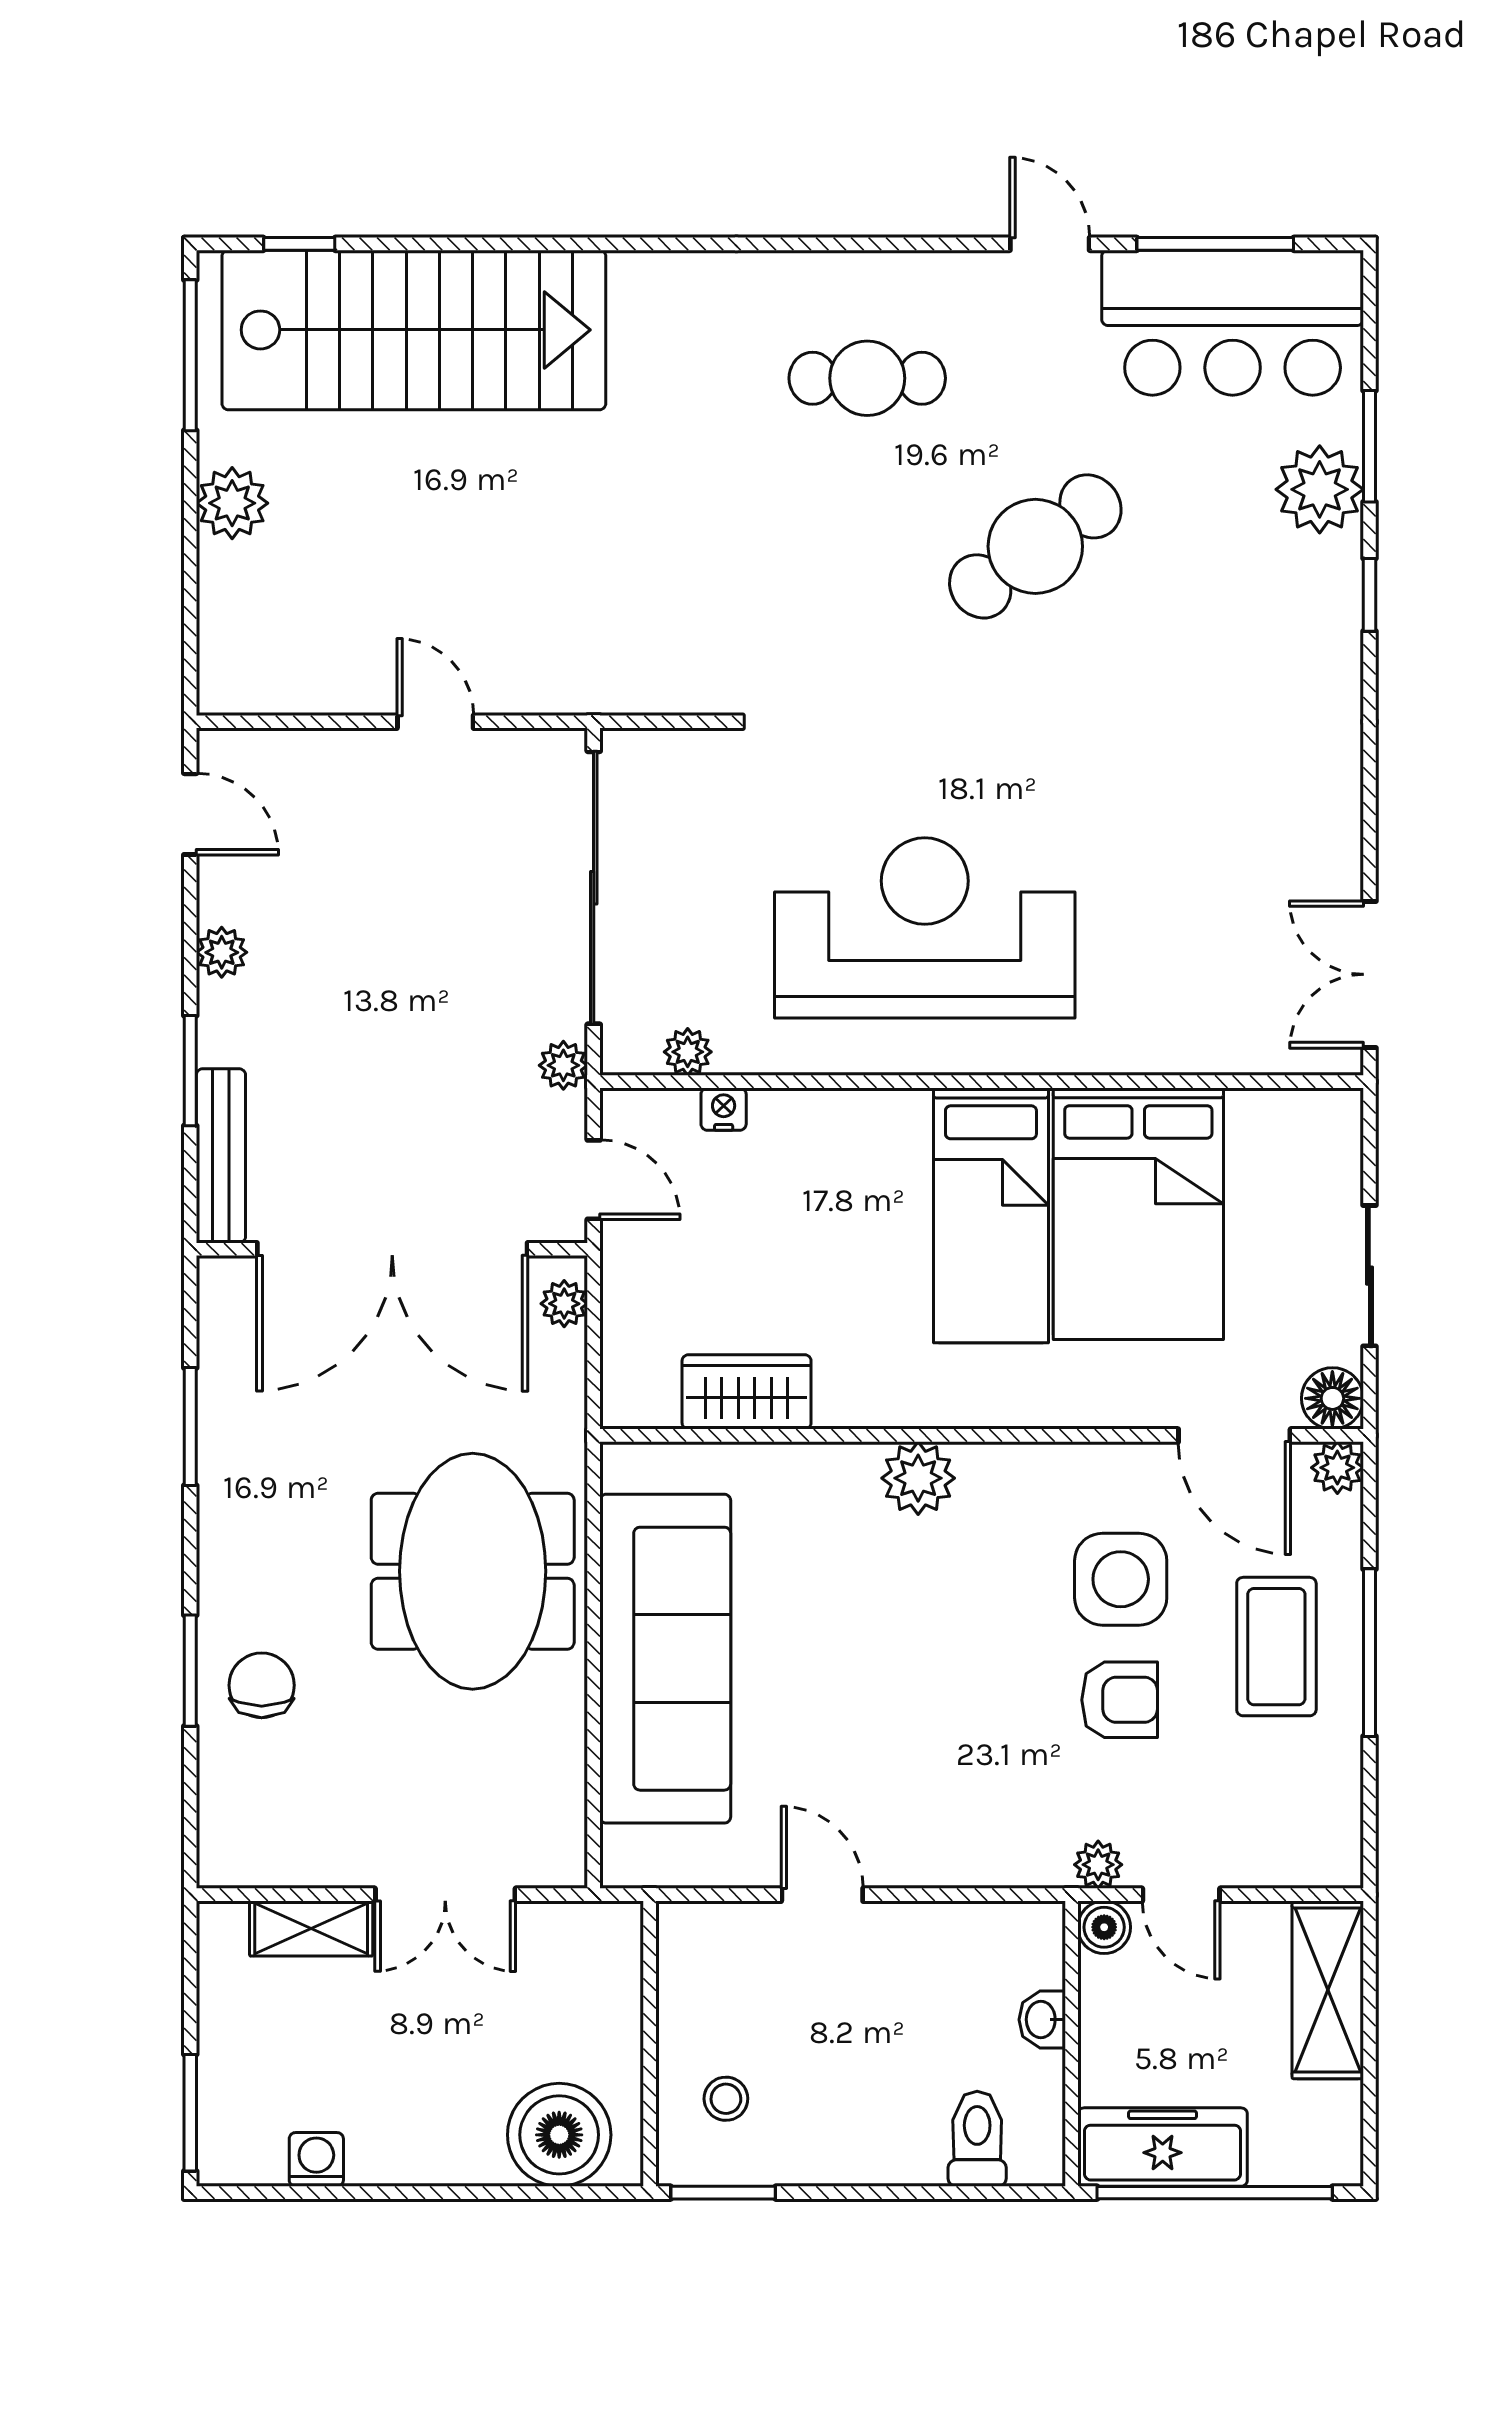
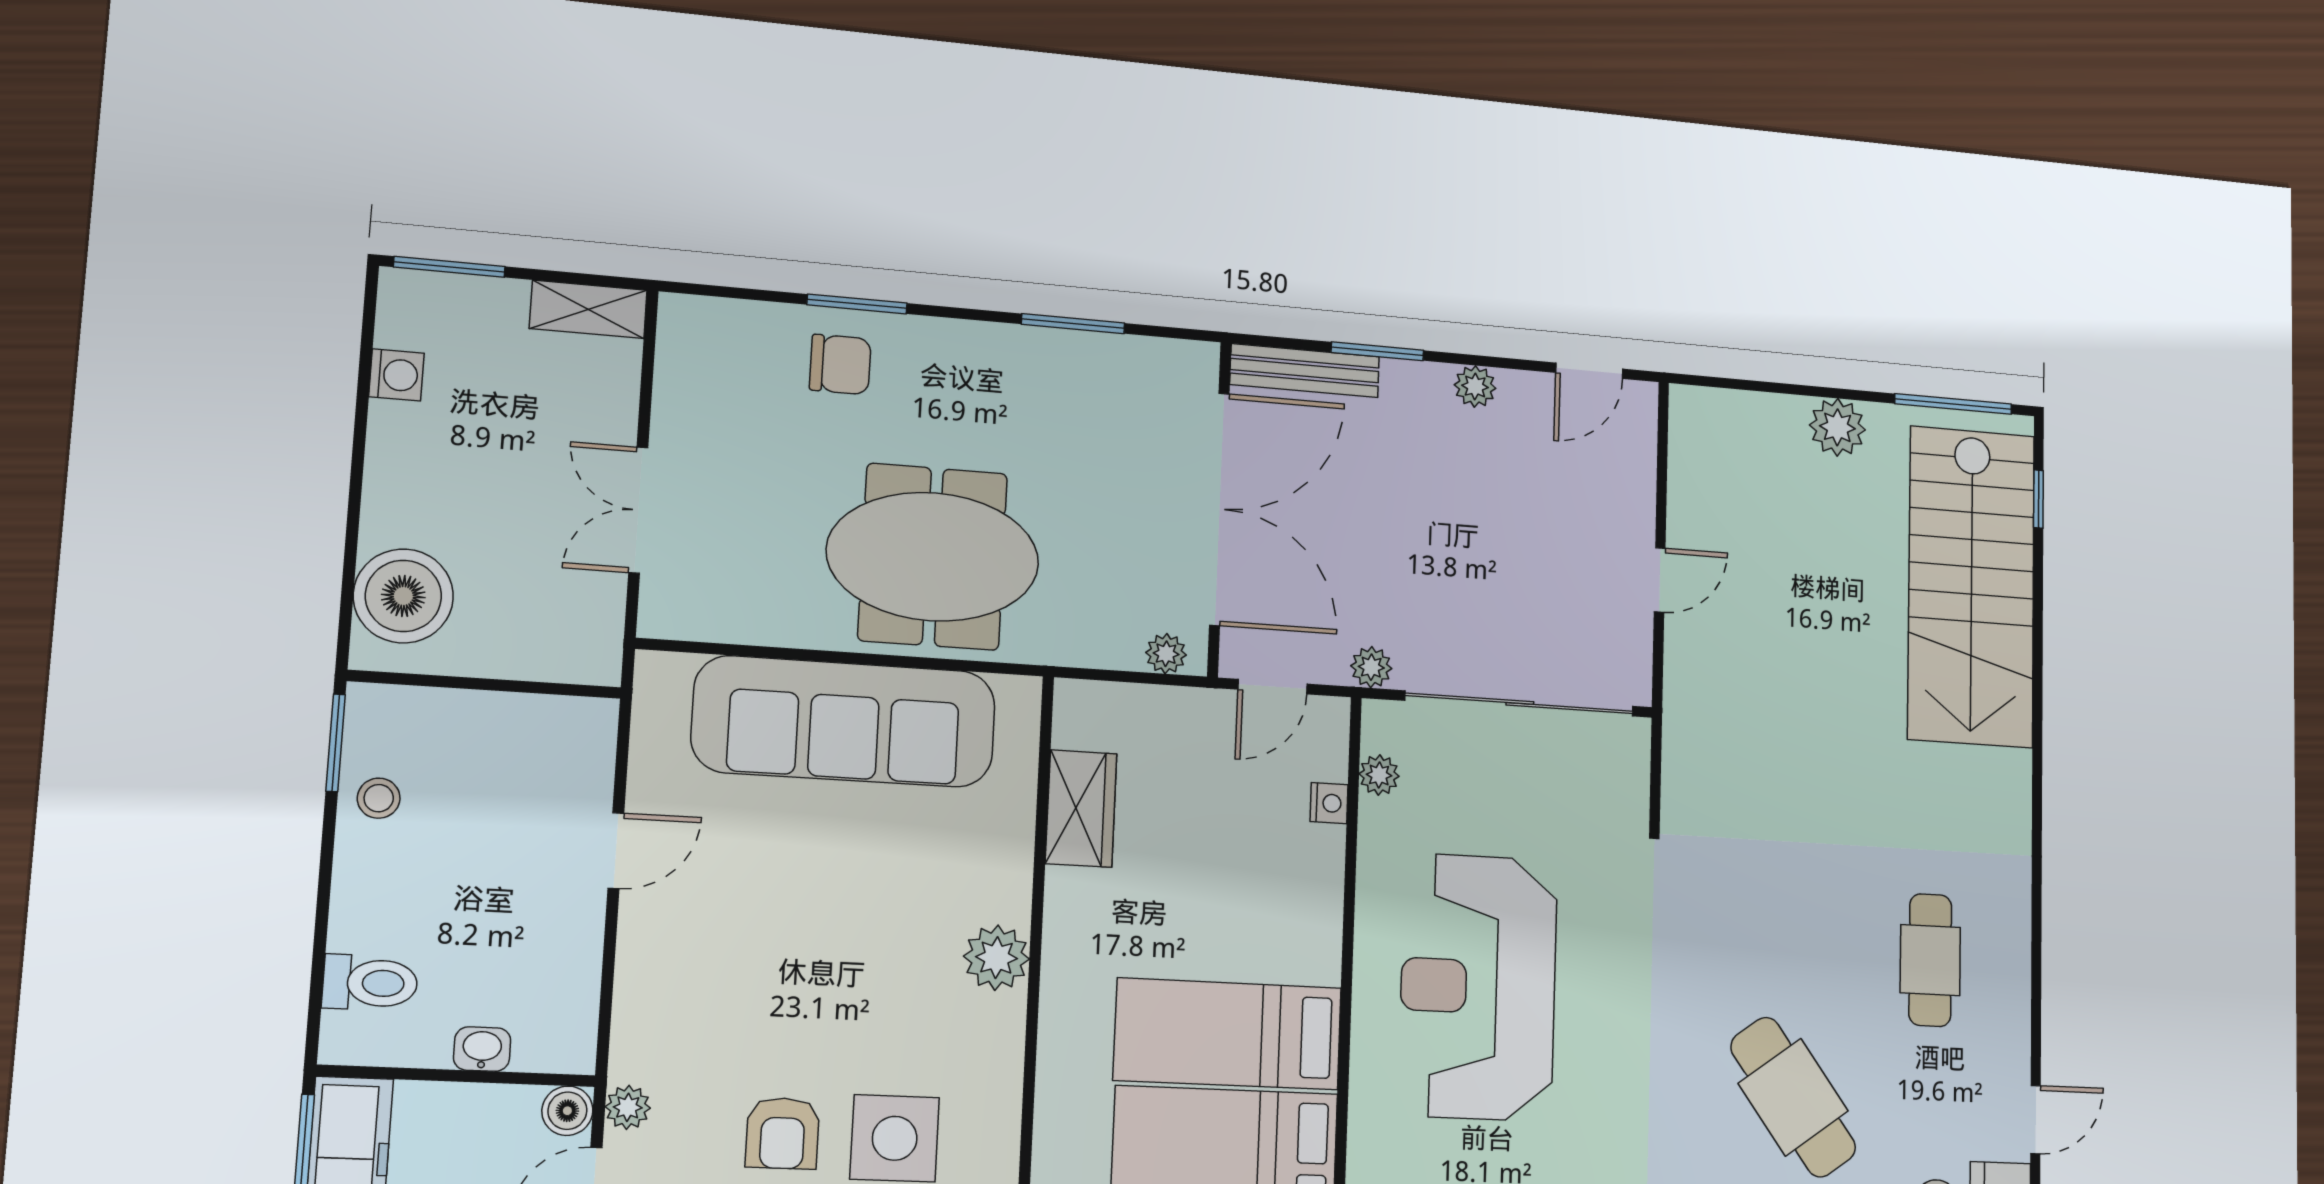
reception desk: (925, 928) -> (1478, 987), turned 180
double door: (392, 1249) -> (1219, 509), swing flipped
shelving: (311, 1929) -> (588, 309), moved, turned 90
stool: (726, 2099) -> (379, 798), moved

